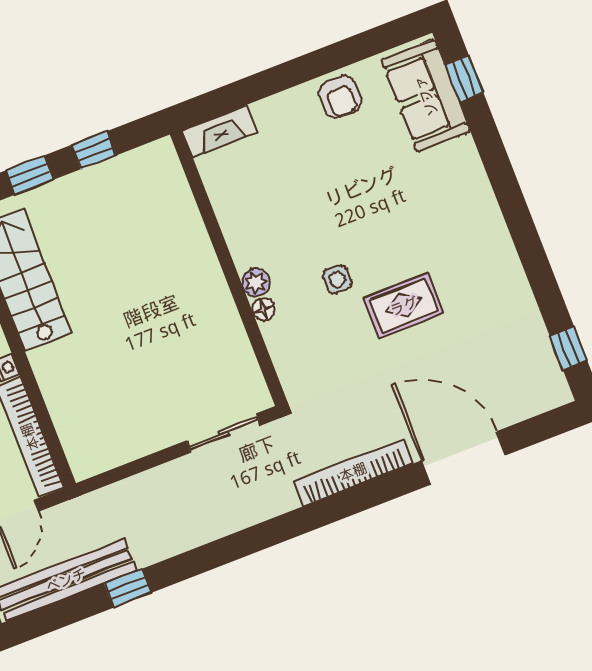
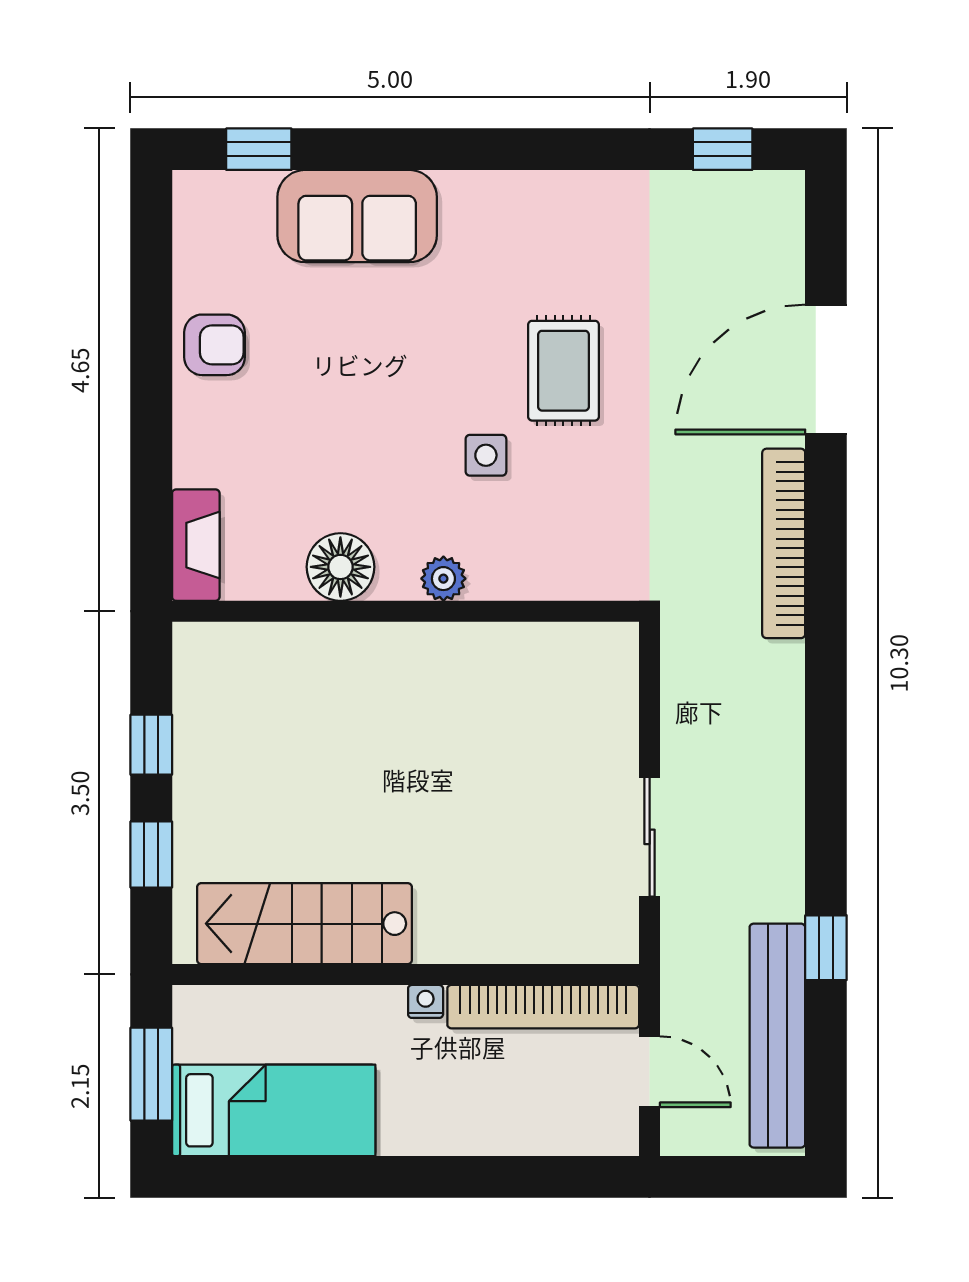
sofa: (426, 96) -> (357, 216), moved
floor lamp: (263, 309) -> (340, 567), moved, width x1.89, depth x1.89
sliding door: (224, 433) -> (650, 837), moved

